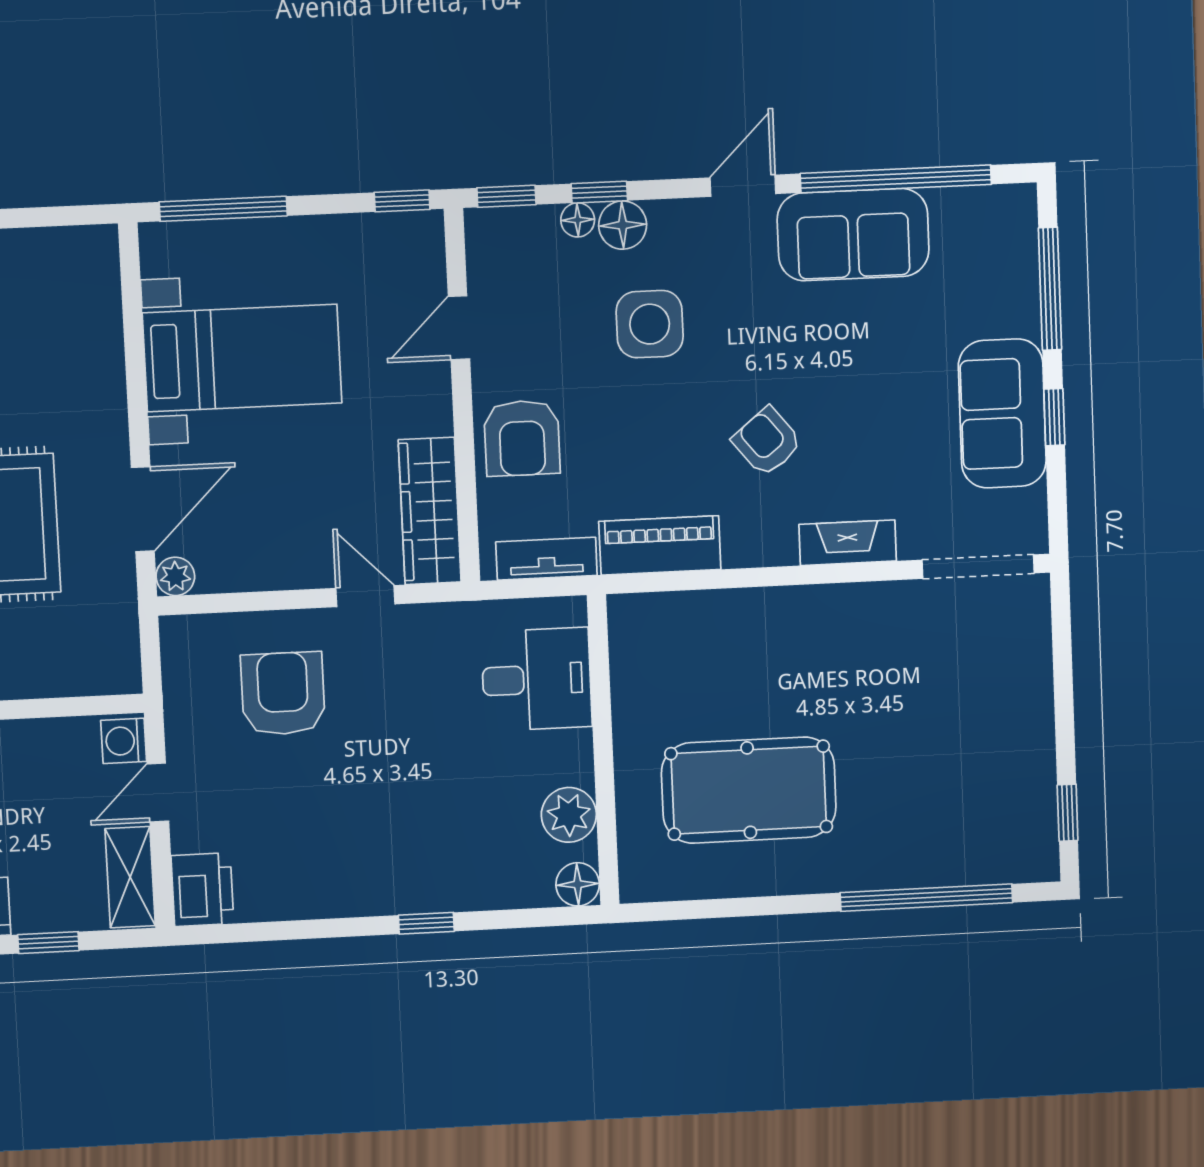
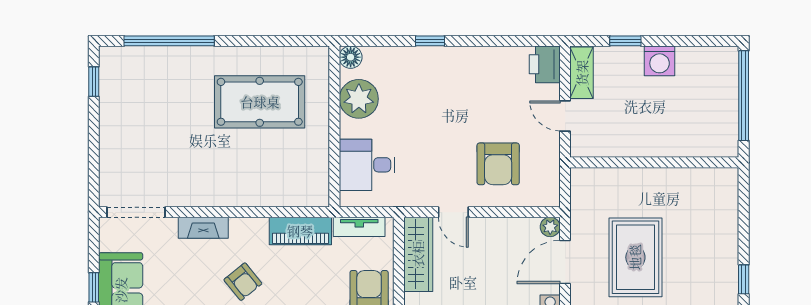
washing machine: (124, 741) -> (581, 143), removed
door: (158, 793) -> (565, 116), swing flipped
plant: (569, 815) -> (359, 99), width x1.36, depth x1.36

